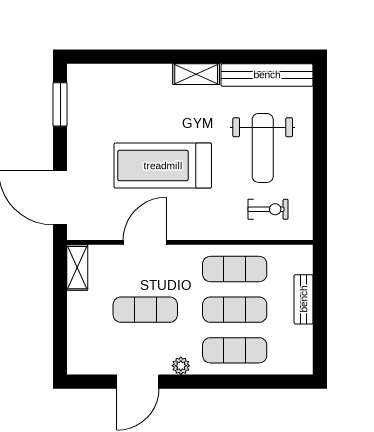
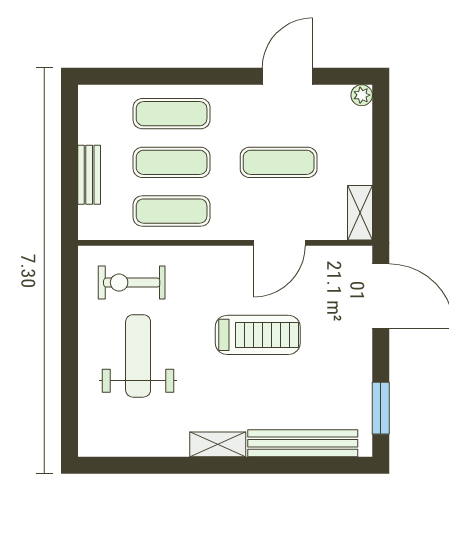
bench: (267, 75) -> (303, 443), moved
treadmill: (163, 166) -> (258, 335), width x0.73, depth x0.73
exercise bike: (268, 209) -> (132, 283), width x1.38, depth x1.39
plant: (181, 366) -> (362, 95), moved

